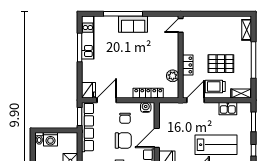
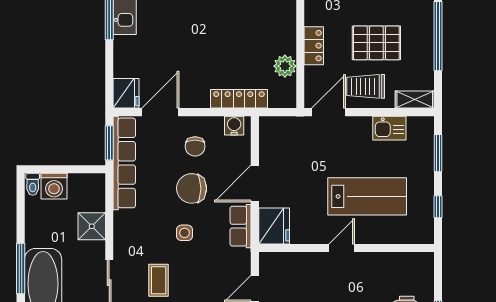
chair: (123, 141) -> (192, 188), turned 180

